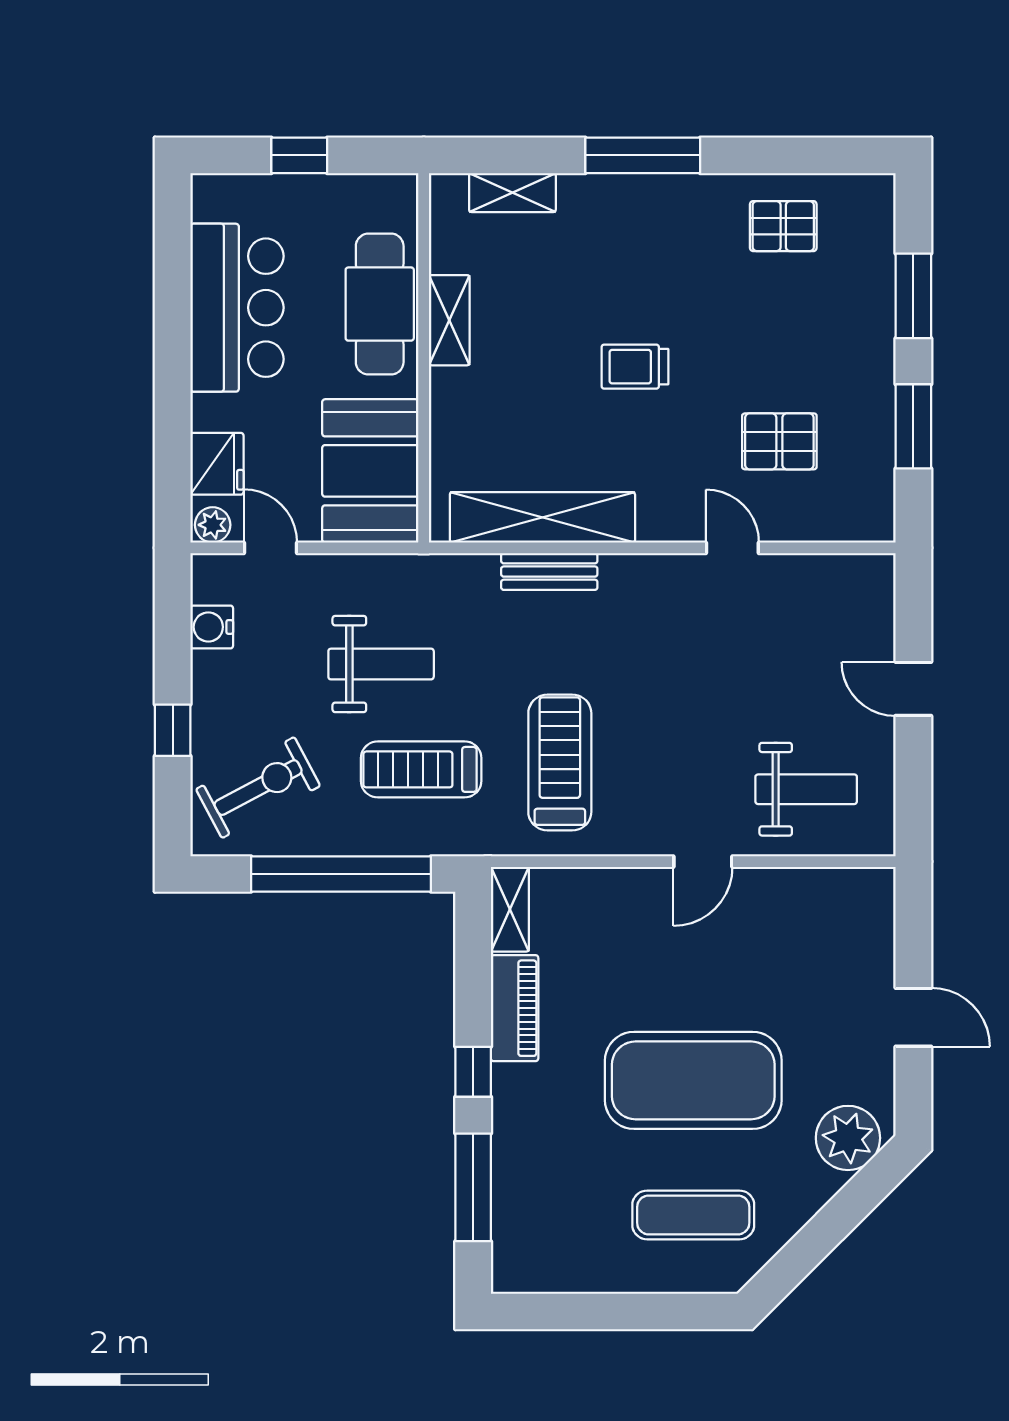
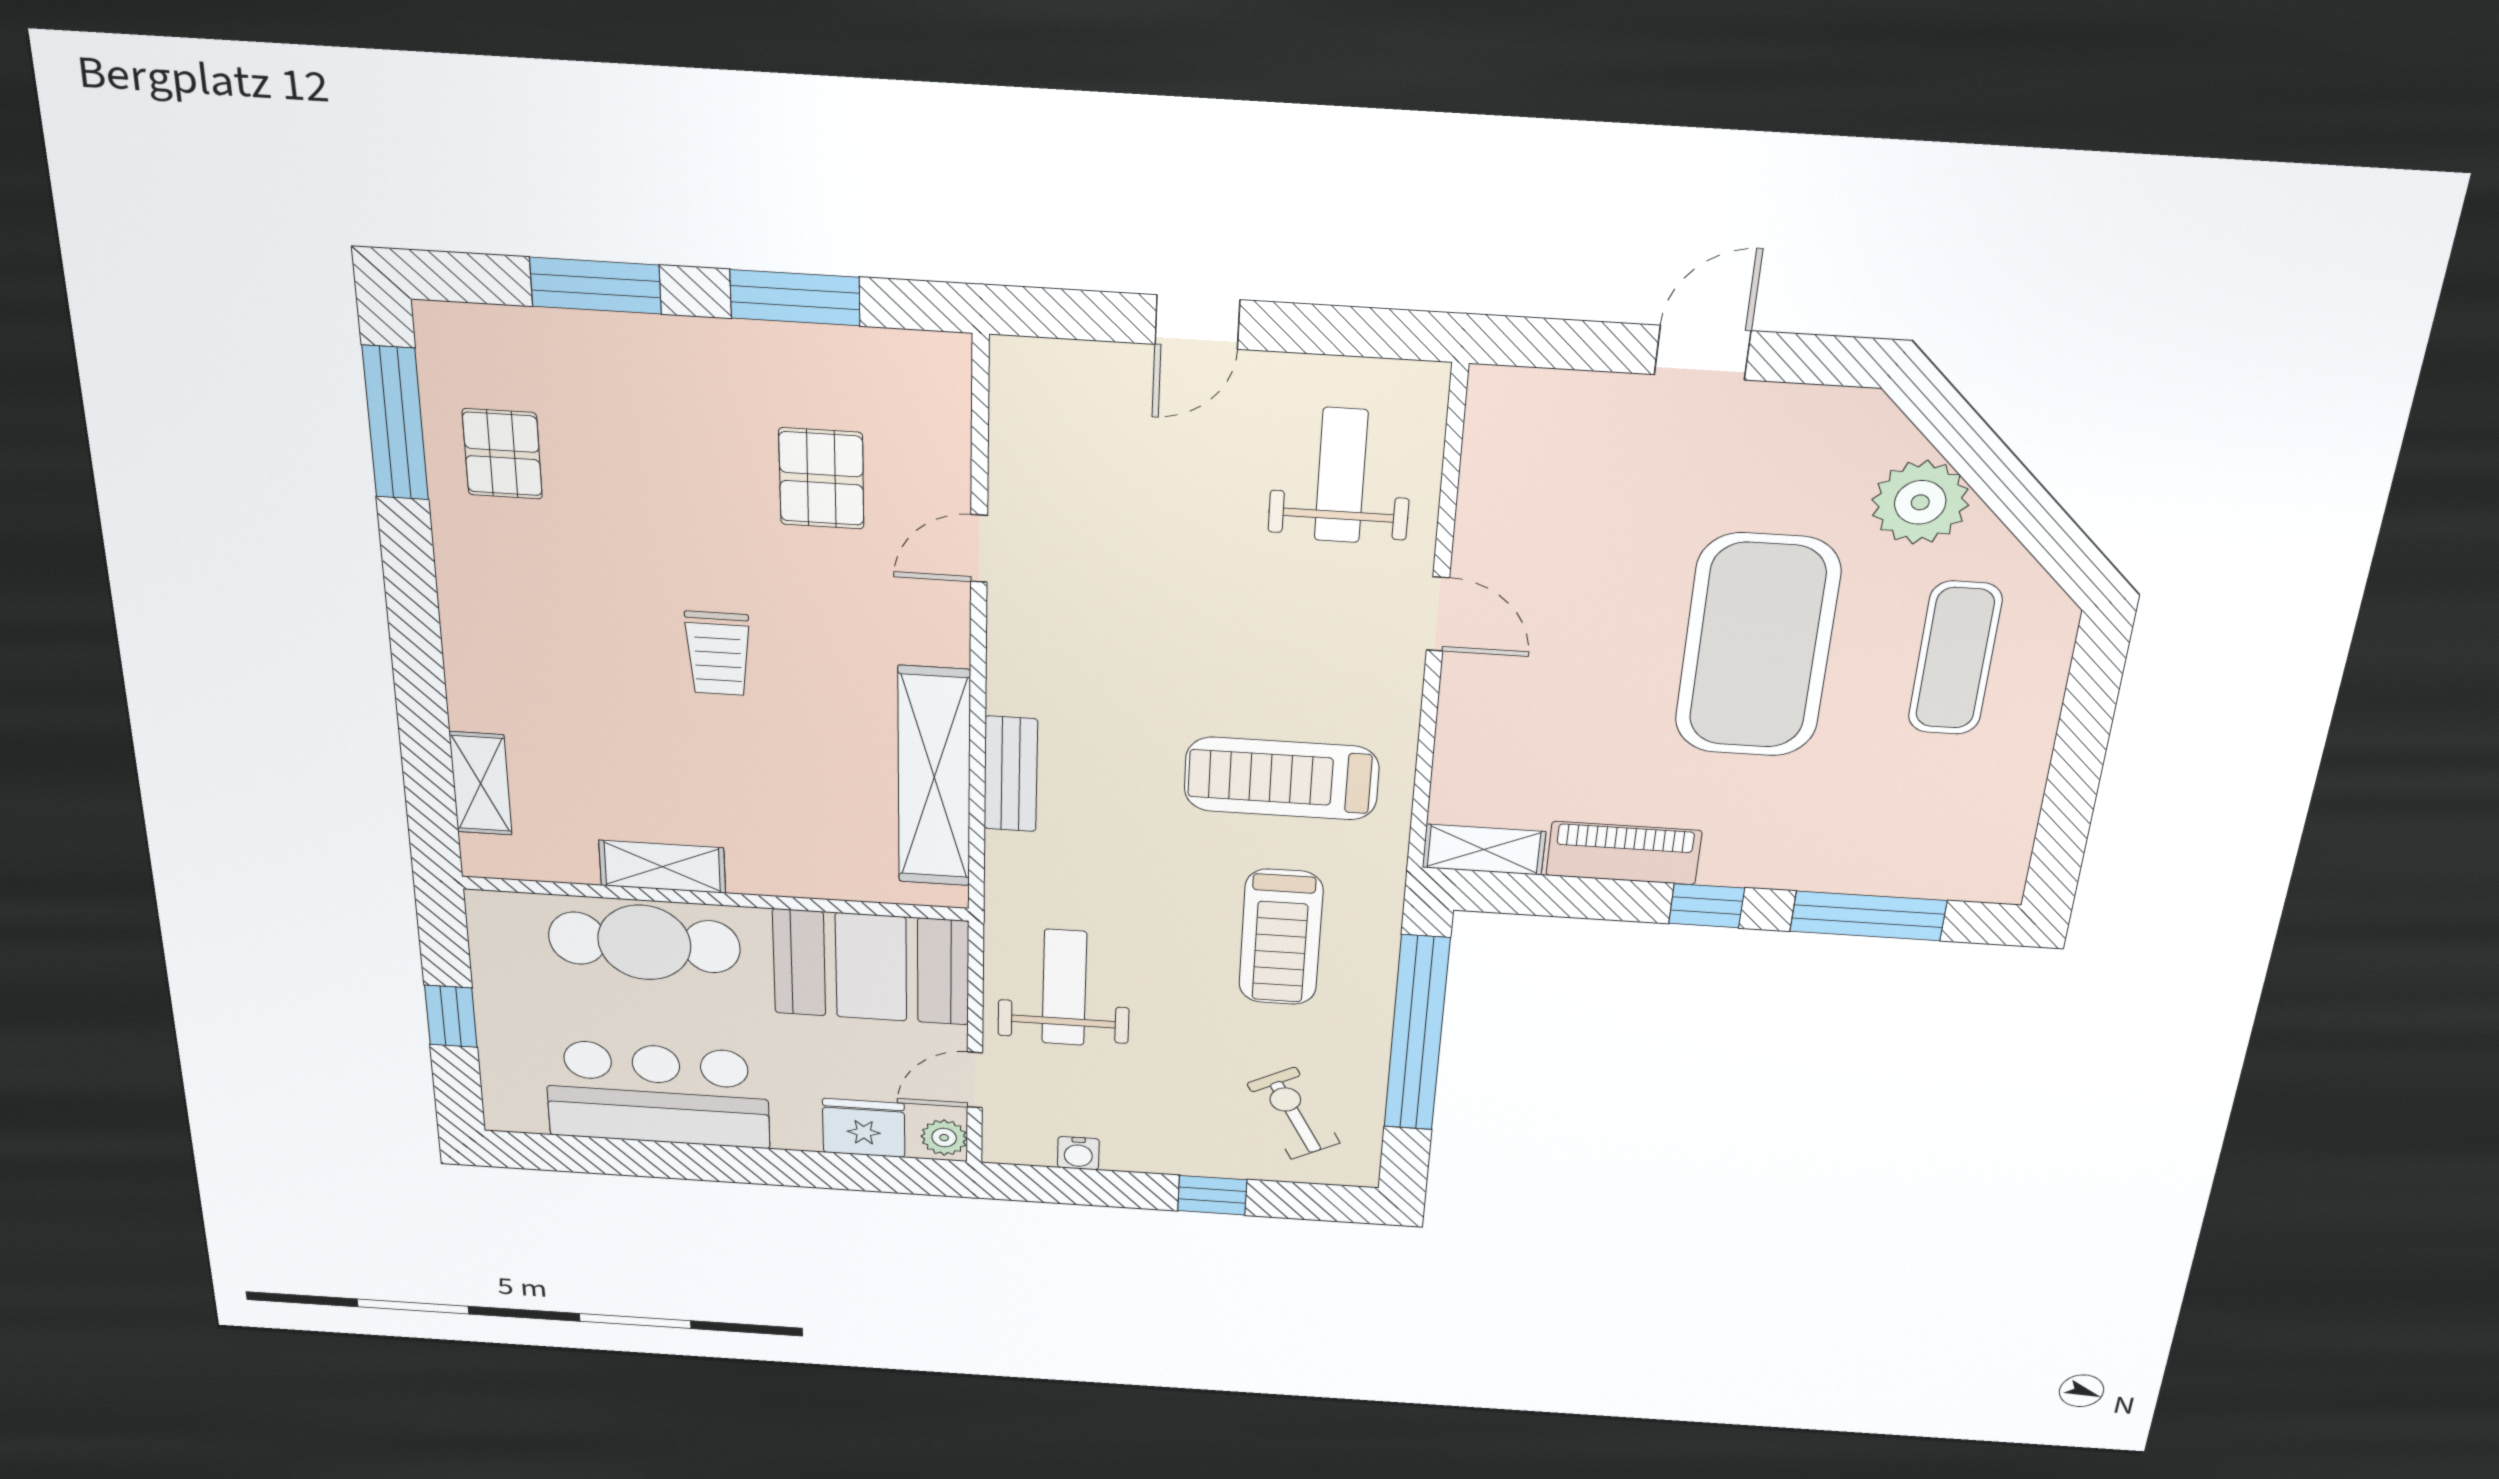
window: (643, 155) -> (395, 423), moved
water cooler: (212, 627) -> (1078, 1153), width x0.72, depth x0.72
weight bench: (381, 664) -> (1064, 988), moved
exercise bike: (258, 788) -> (1293, 1113), width x0.73, depth x0.72
plant: (848, 1138) -> (1920, 502), moved

